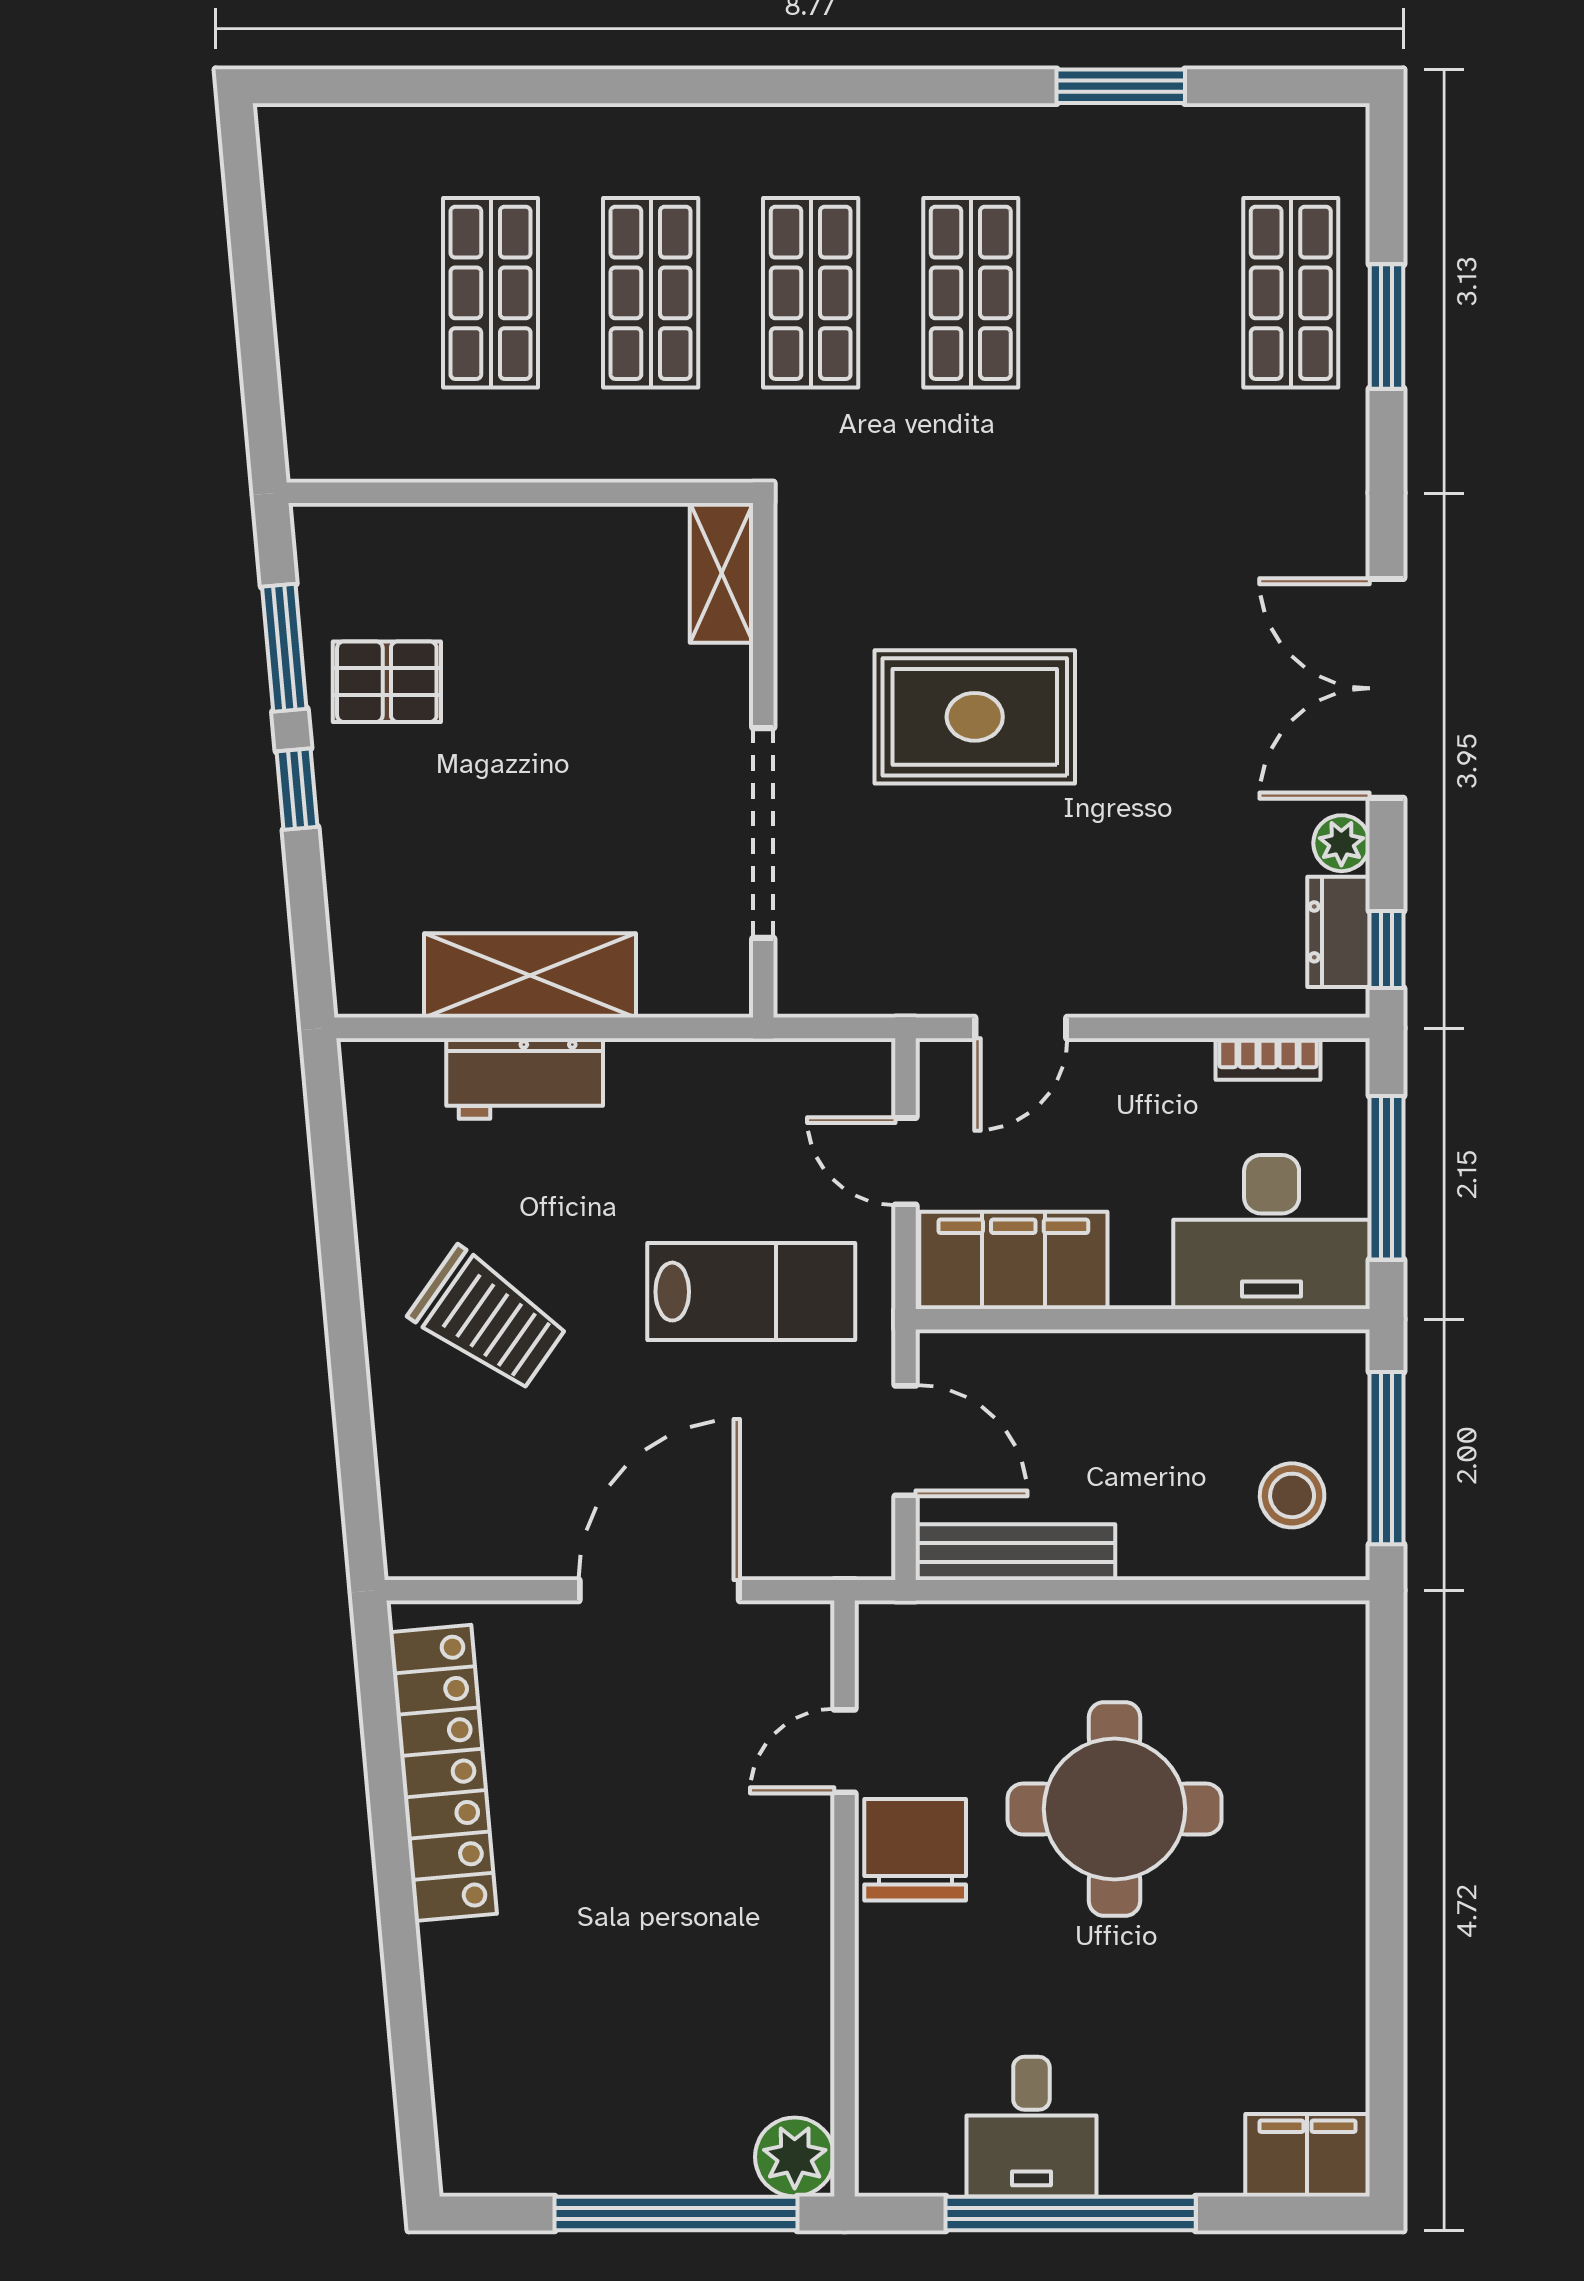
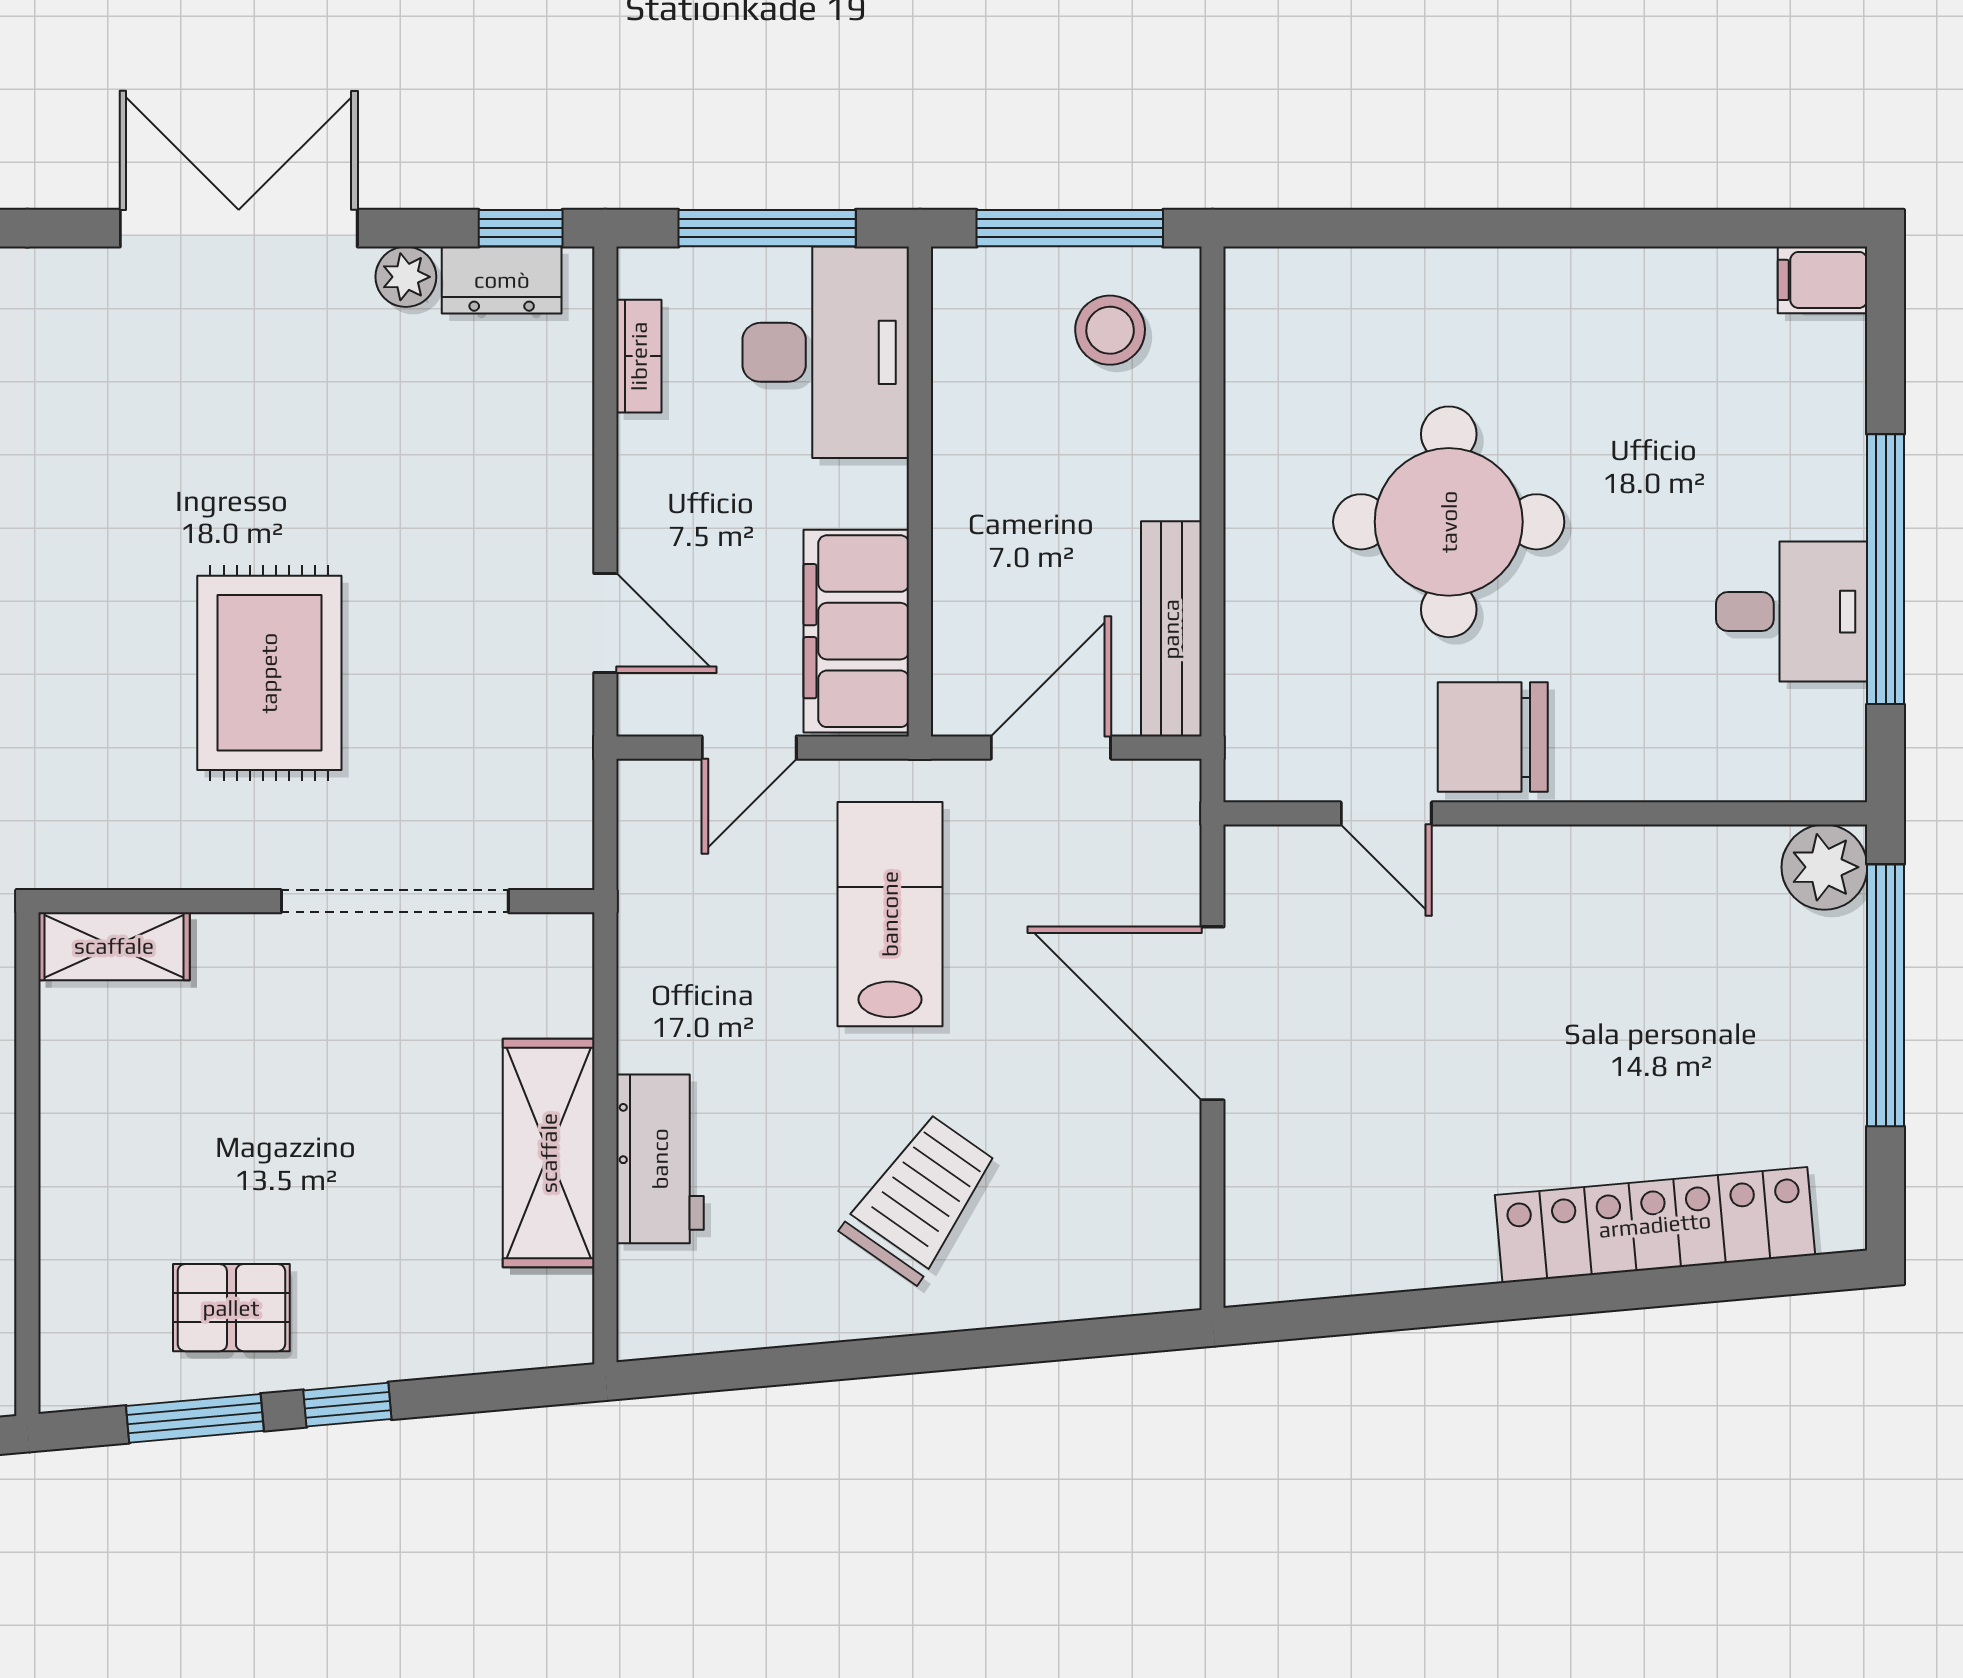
pallet: (387, 682) -> (231, 1308), turned 90
double door: (1386, 688) -> (239, 228), swing flipped
locker: (443, 1773) -> (1655, 1225), moved
filing cabinet: (1307, 2155) -> (1823, 280), width x0.50

